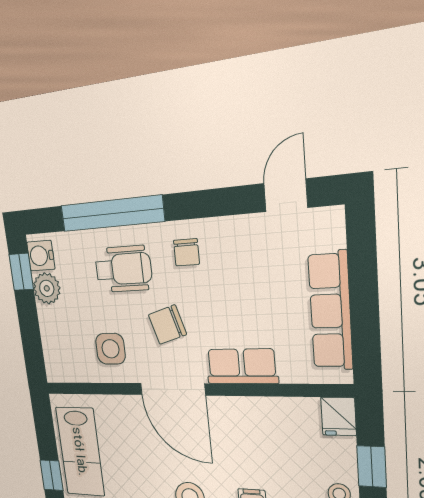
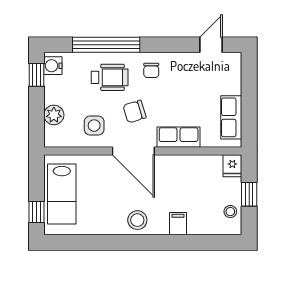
plant: (47, 288) -> (54, 115), moved
row of seats: (330, 311) -> (231, 117), width x0.68

